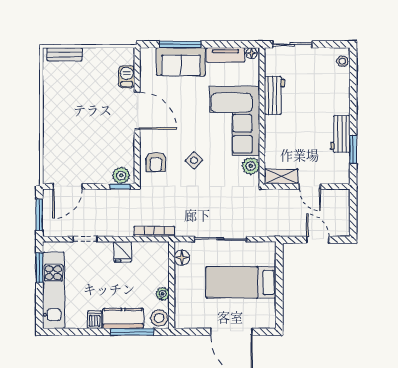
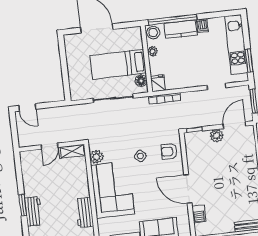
workbench: (340, 134) -> (33, 211), moved
window: (353, 149) -> (23, 205), moved
armchair: (156, 162) -> (169, 151), turned -88
plant: (121, 175) -> (217, 136), moved
door: (310, 186) -> (50, 146), swing flipped
door: (318, 240) -> (27, 107), moved
fridge: (123, 252) -> (158, 83), moved
bed: (241, 282) -> (118, 64), moved, turned 180
window: (132, 332) -> (173, 20), width x1.46

